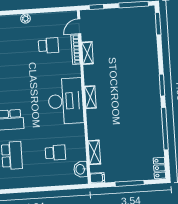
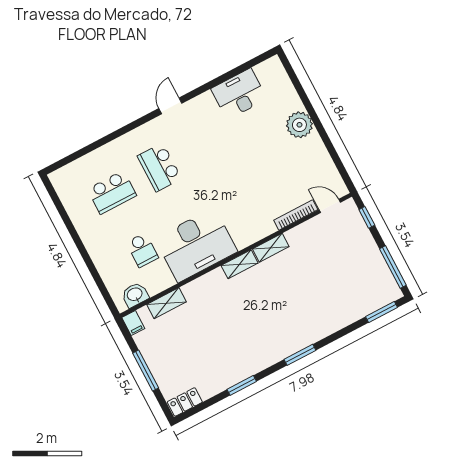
plant: (26, 19) -> (299, 125), width x1.87, depth x1.87
school desk: (48, 45) -> (285, 175), removed
shelving: (87, 53) -> (271, 248), moved
desk: (66, 101) -> (196, 245), moved
window: (165, 129) -> (242, 385), width x0.47

